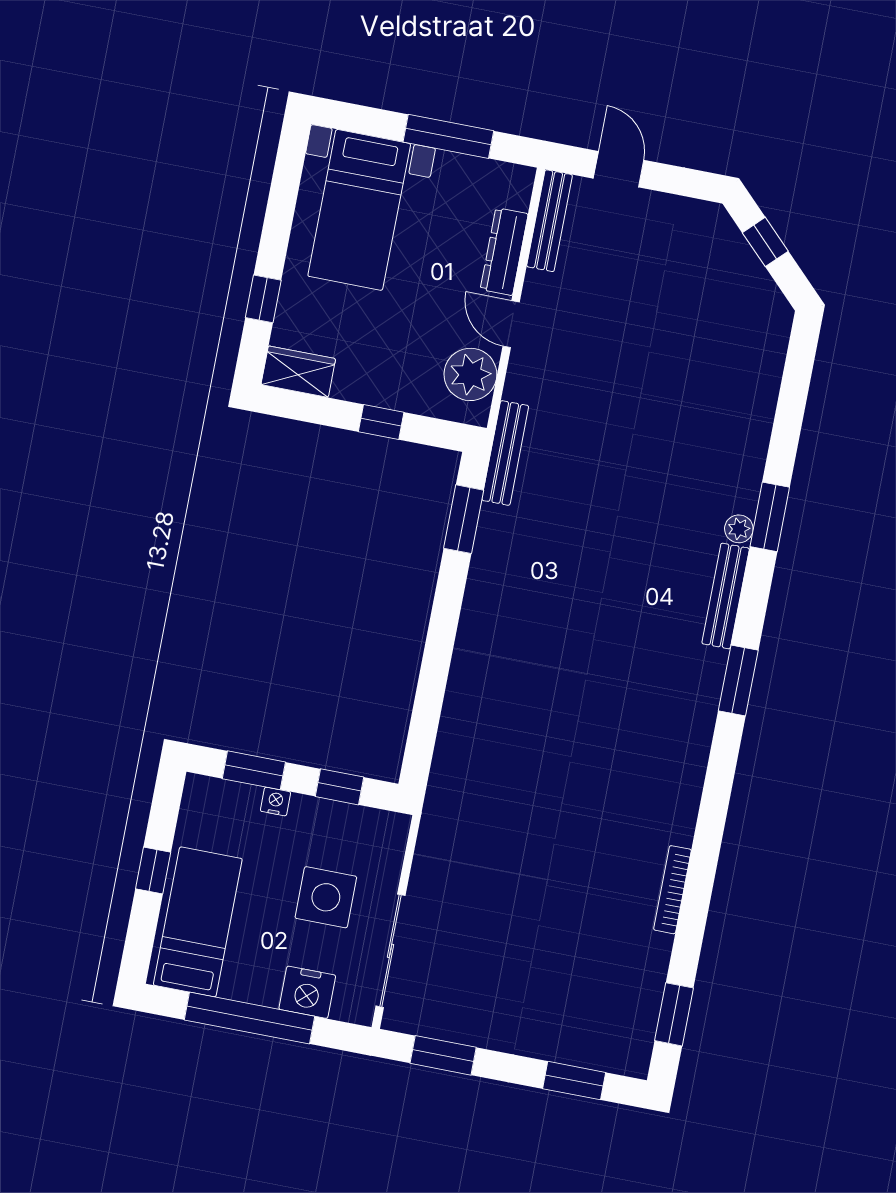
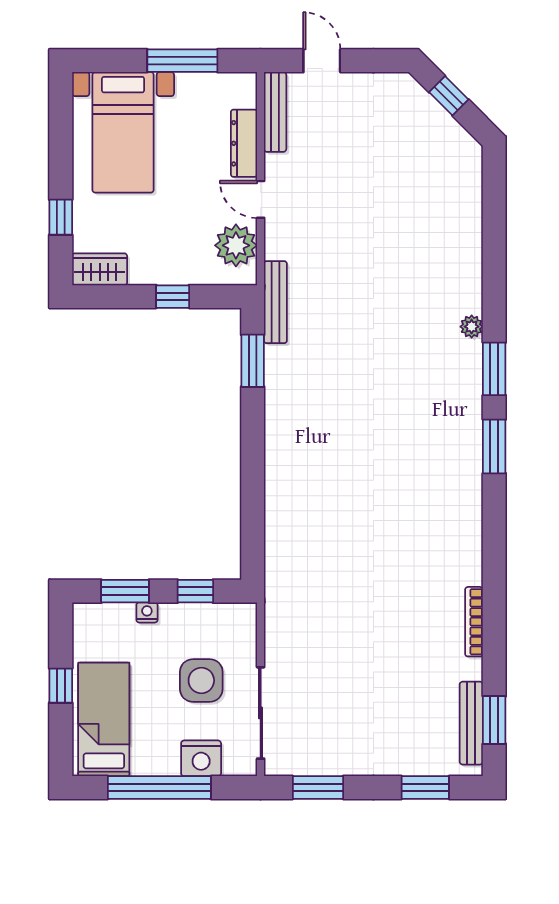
window: (770, 517) -> (494, 369), moved
bench: (726, 596) -> (471, 723), moved

